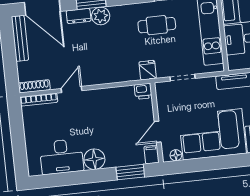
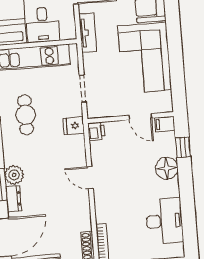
door: (71, 90) -> (90, 178), moved
floor lamp: (176, 155) -> (166, 98), removed
floor lamp: (94, 159) -> (167, 168), moved
window: (130, 172) -> (183, 147), width x0.67

